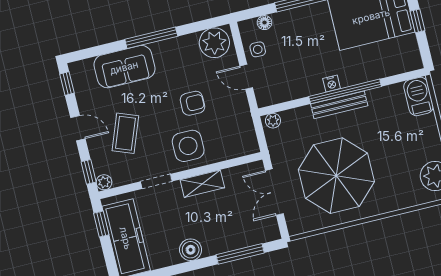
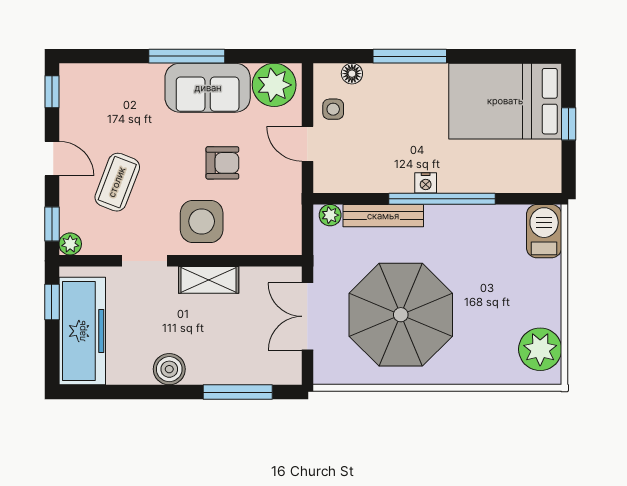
sofa: (124, 67) -> (208, 88), moved
bench: (339, 105) -> (383, 216), moved

